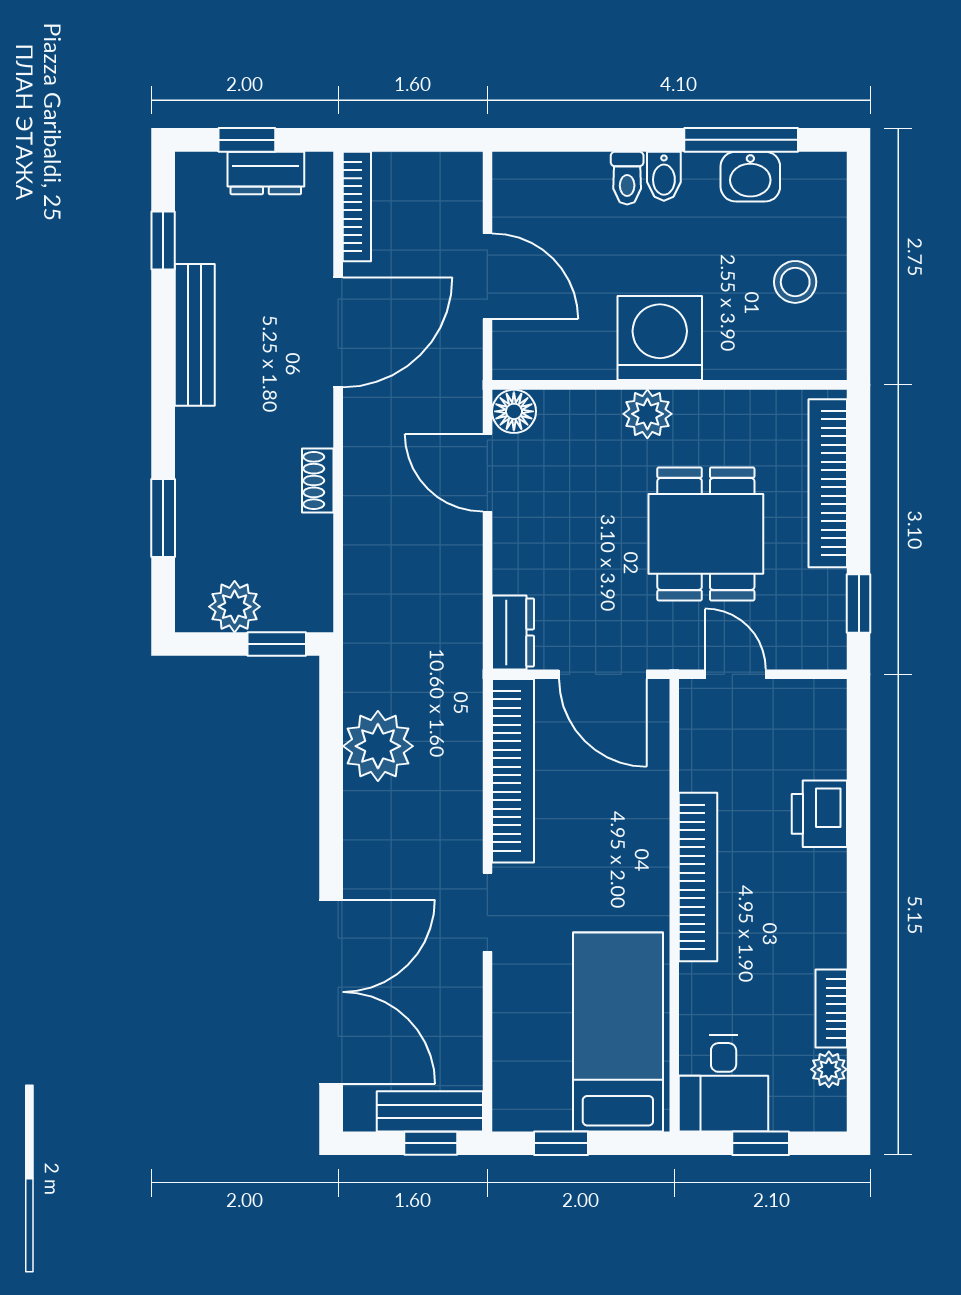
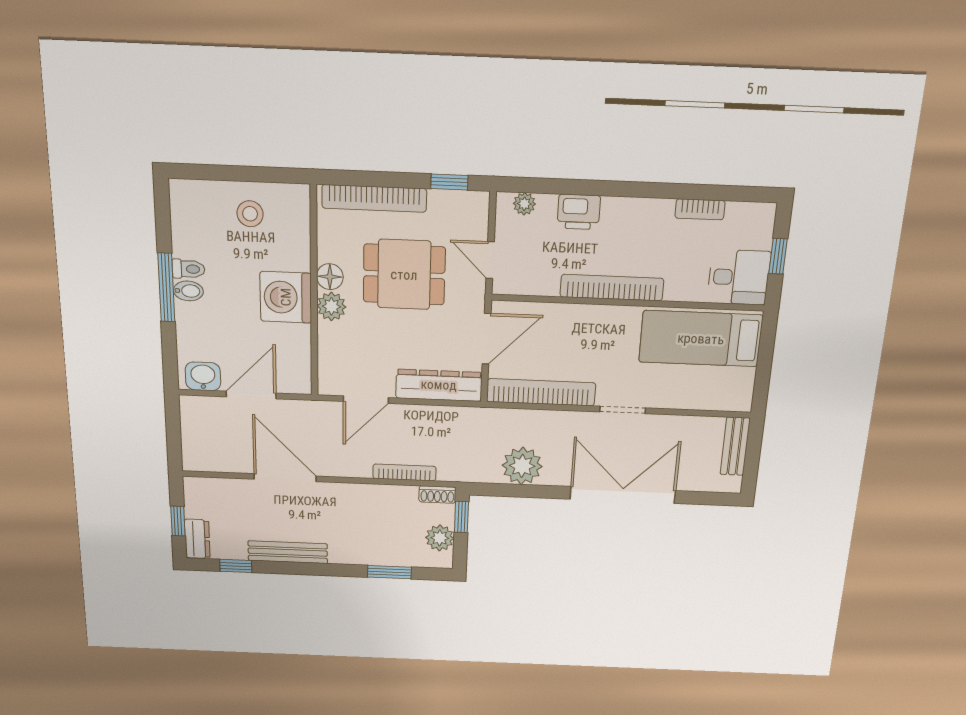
window: (741, 140) -> (166, 287), moved
dresser: (266, 173) -> (197, 539), moved
washbasin: (750, 177) -> (203, 376), moved, turned -90
toilet: (627, 178) -> (189, 269), moved
bookcase: (357, 206) -> (404, 472), moved
floor lamp: (514, 411) -> (330, 277), moved
shoe rack: (318, 481) -> (437, 494), moved
dresser: (513, 632) -> (439, 385), width x1.96, depth x1.24
door: (735, 674) -> (490, 260), hinge flipped
double door: (331, 992) -> (623, 495), moved
plant: (829, 1069) -> (524, 204), moved
window: (431, 1143) -> (754, 447), removed
window: (561, 1143) -> (763, 374), removed

